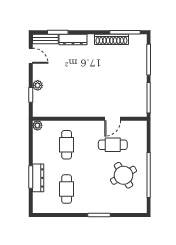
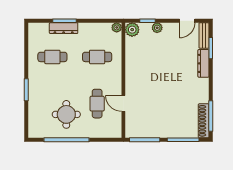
shoe rack: (111, 39) -> (204, 121), moved
plant: (40, 110) -> (132, 30), added
round table: (123, 175) -> (66, 114), turned 30

